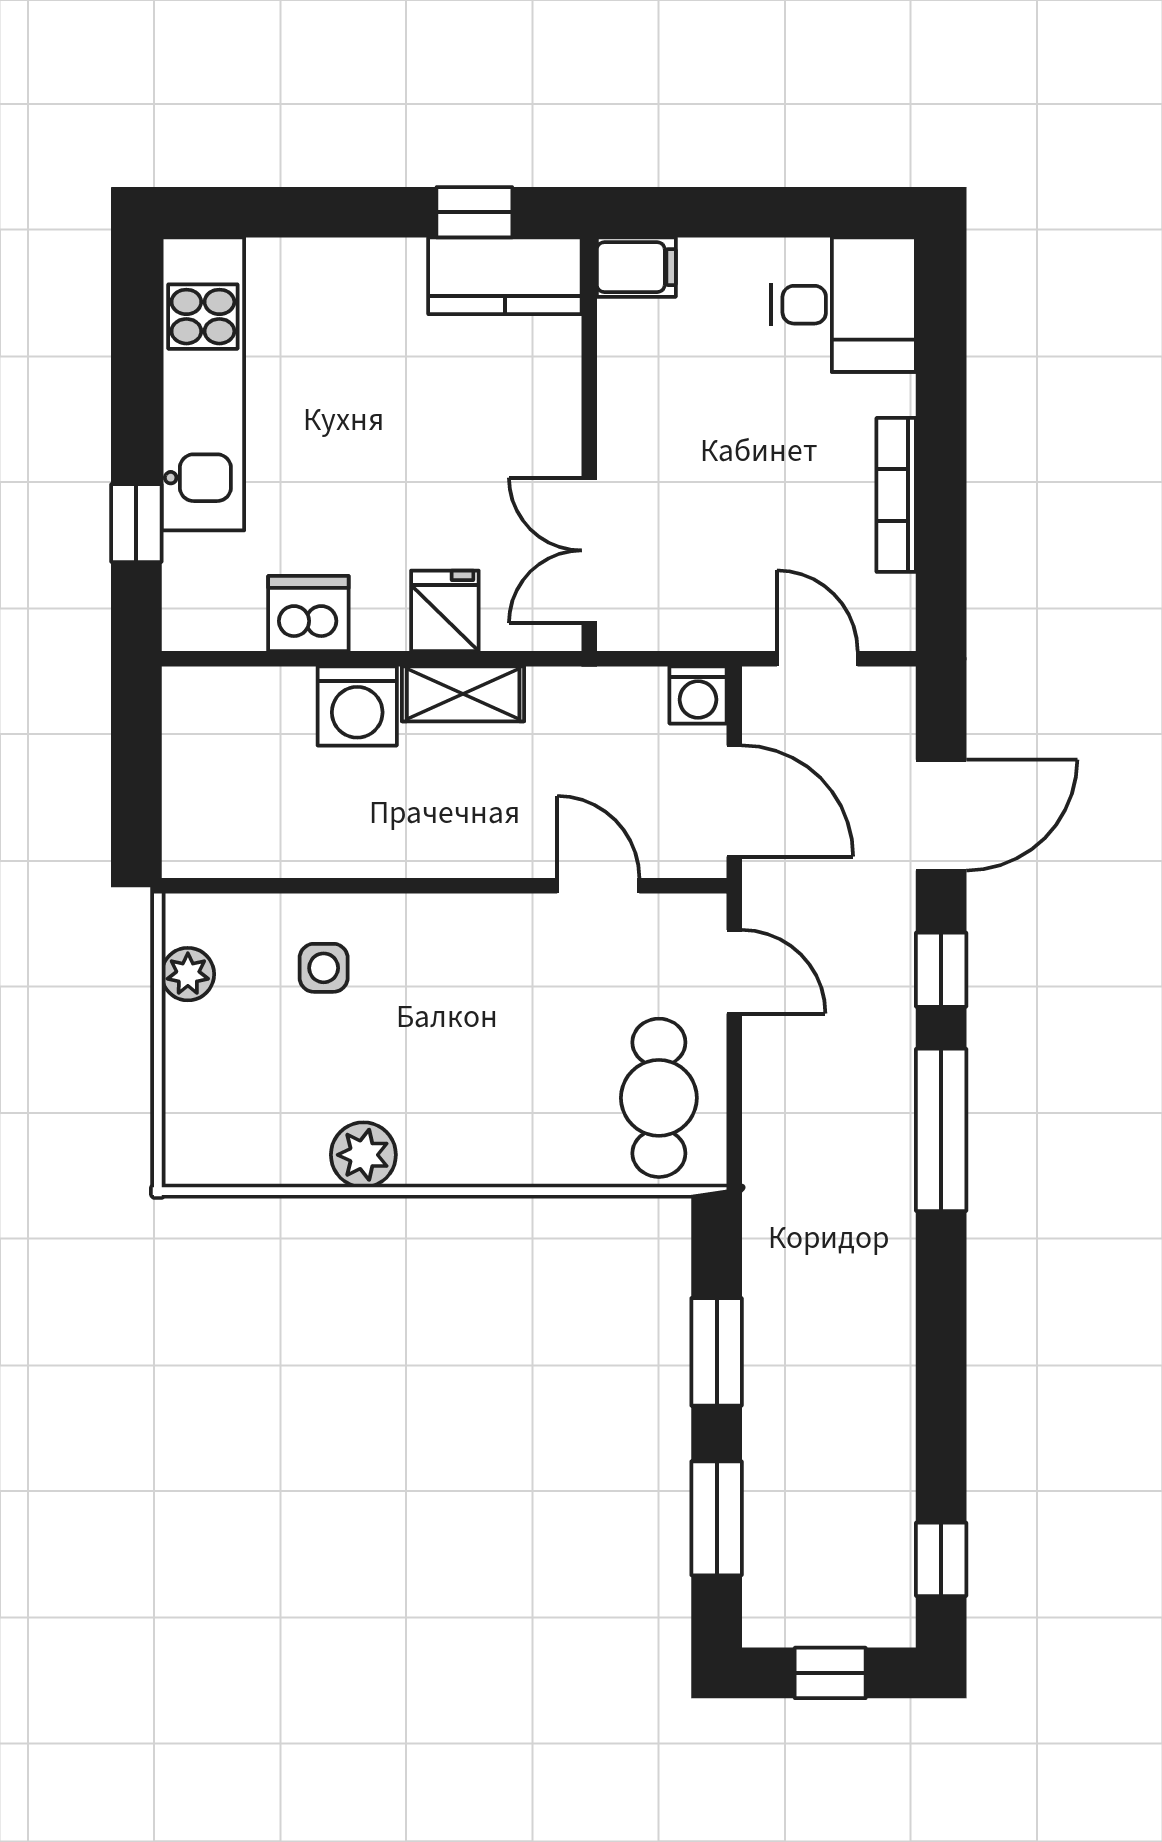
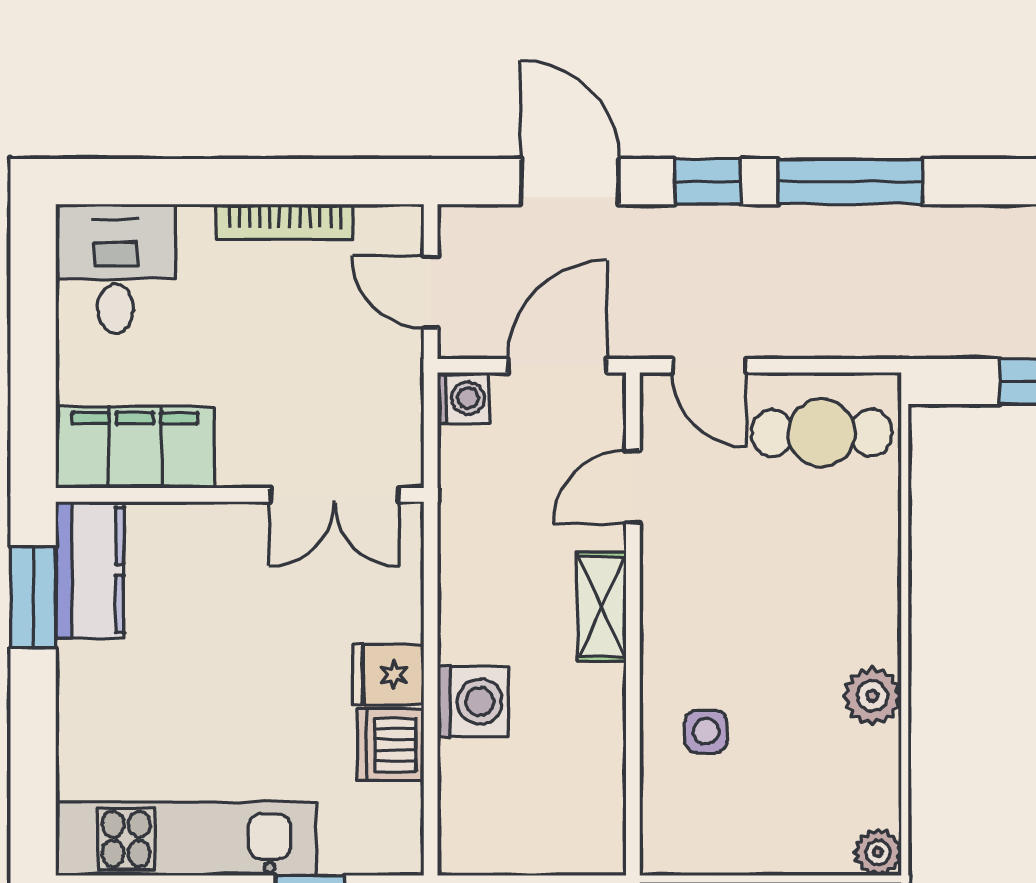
window: (474, 212) -> (33, 597), width x1.50
filing cabinet: (636, 267) -> (135, 447), width x3.00, depth x1.17
fridge: (445, 611) -> (388, 674), moved
door: (817, 659) -> (431, 292), hinge flipped
shelving: (463, 694) -> (602, 607), moved
door: (734, 972) -> (709, 366), swing flipped
plant: (188, 974) -> (878, 852), moved

